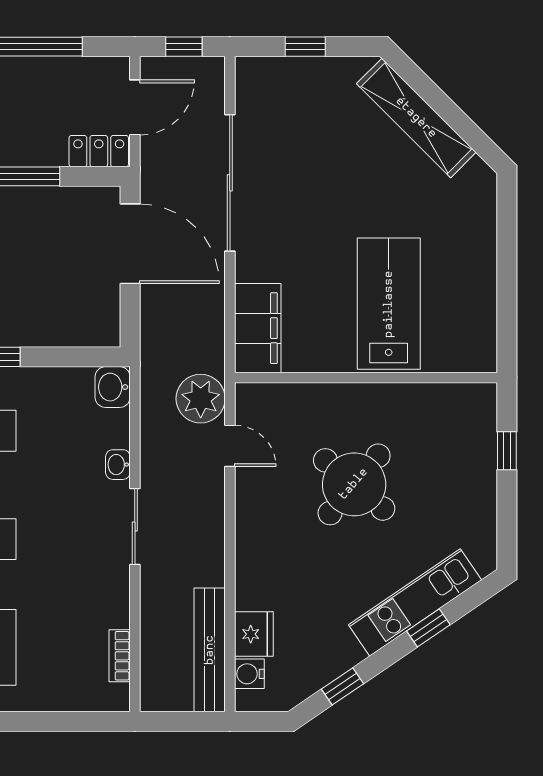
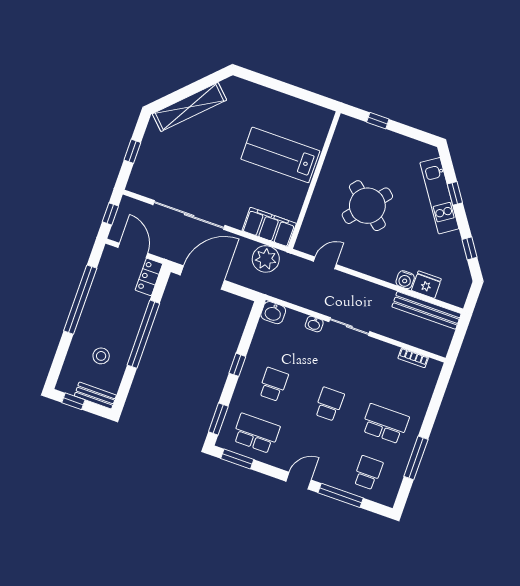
plant: (201, 399) -> (266, 259), moved
water cooler: (249, 674) -> (405, 280), moved

